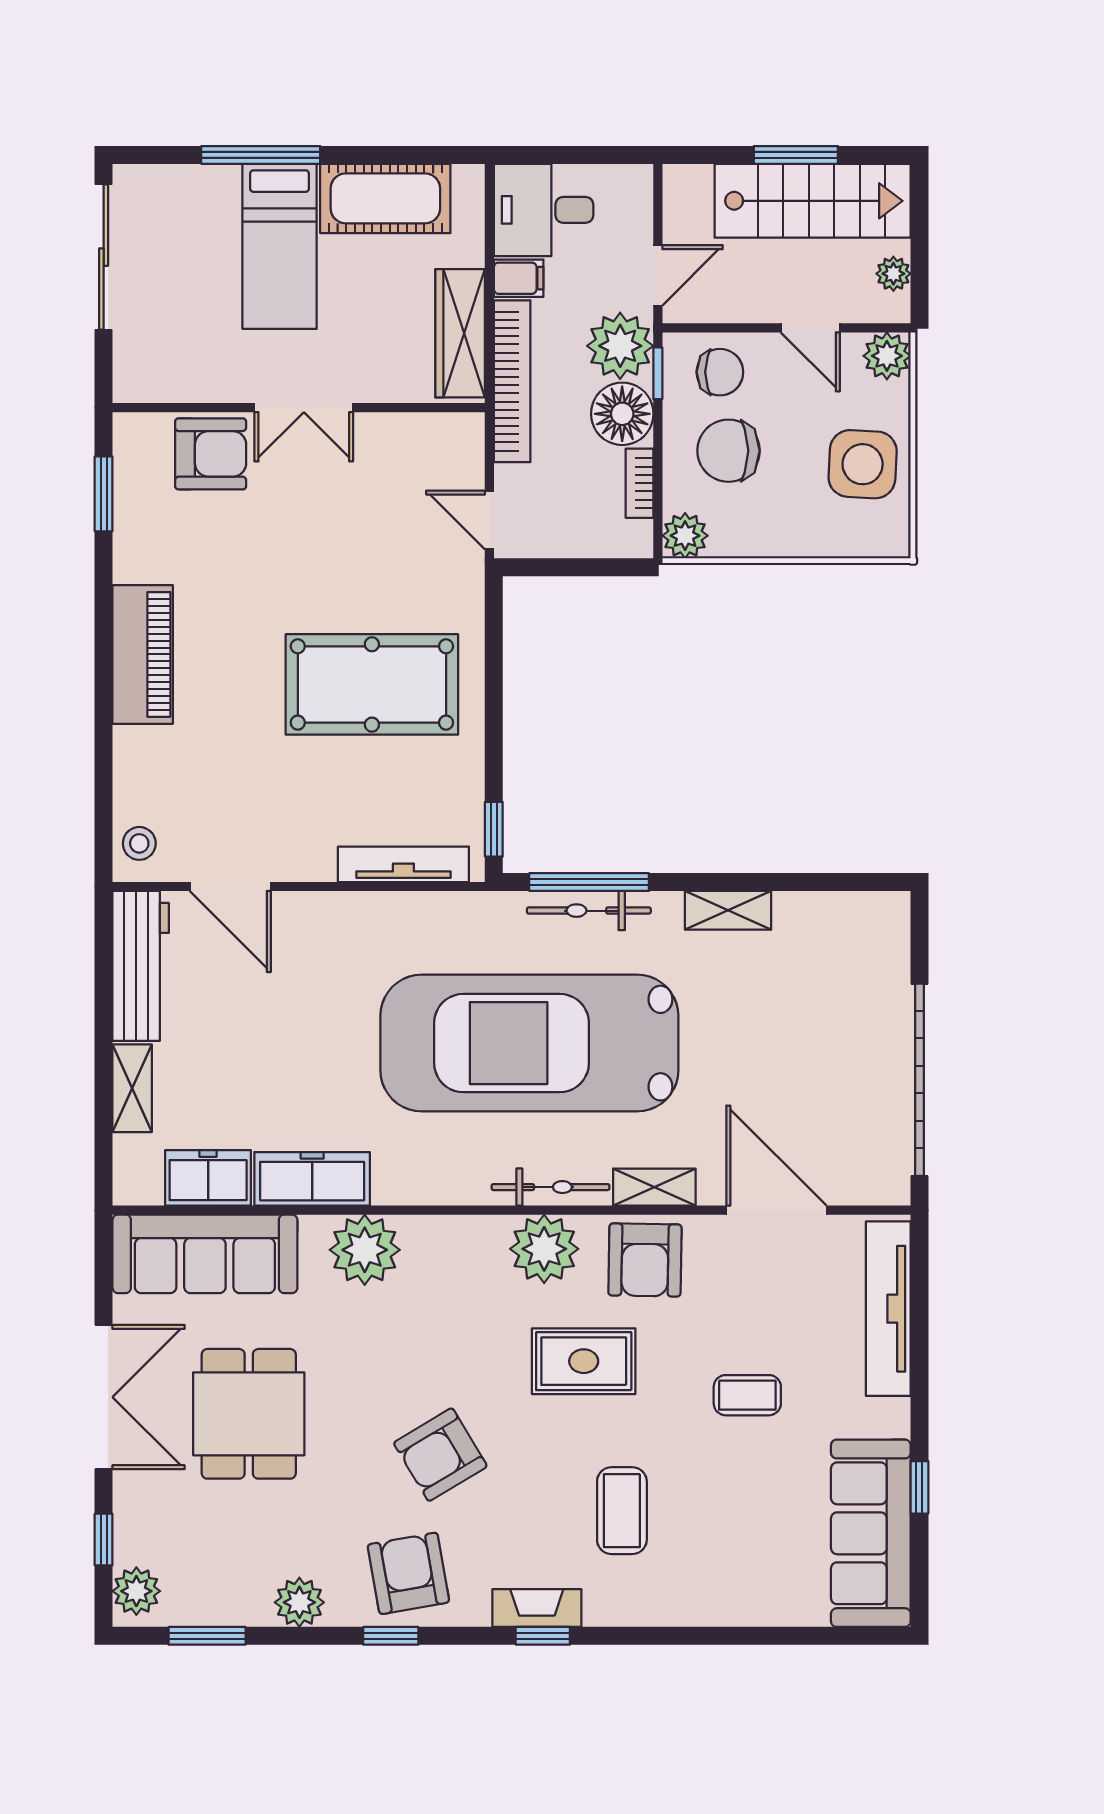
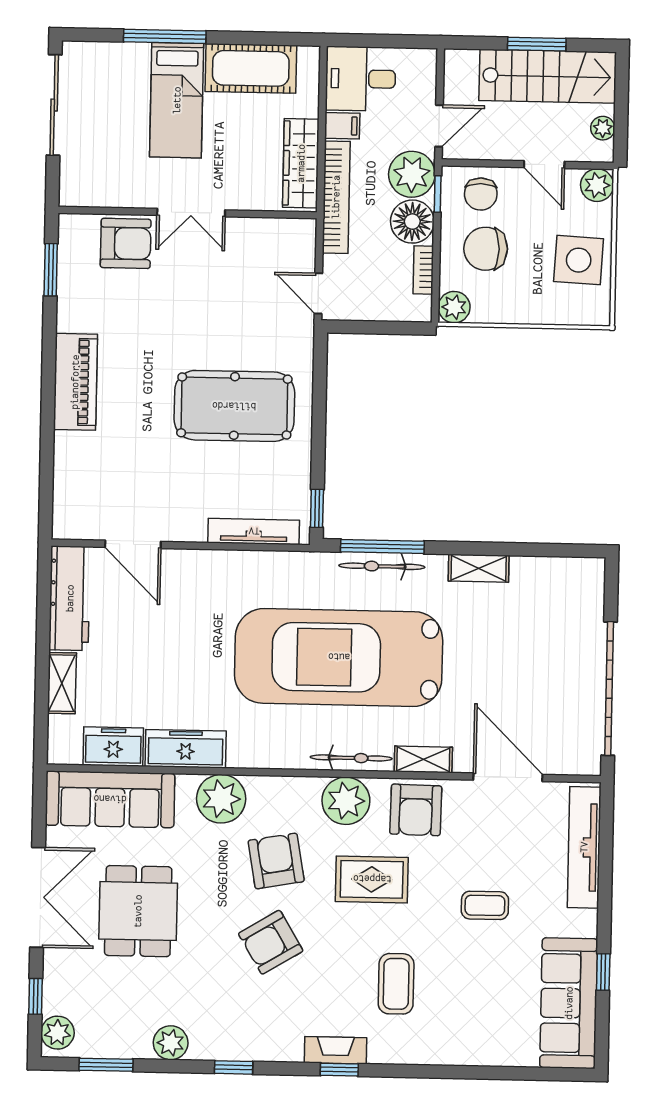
chair: (720, 372) -> (481, 194), turned 90
stool: (139, 843) -> (70, 513), removed
armchair: (408, 1573) -> (276, 861), moved

